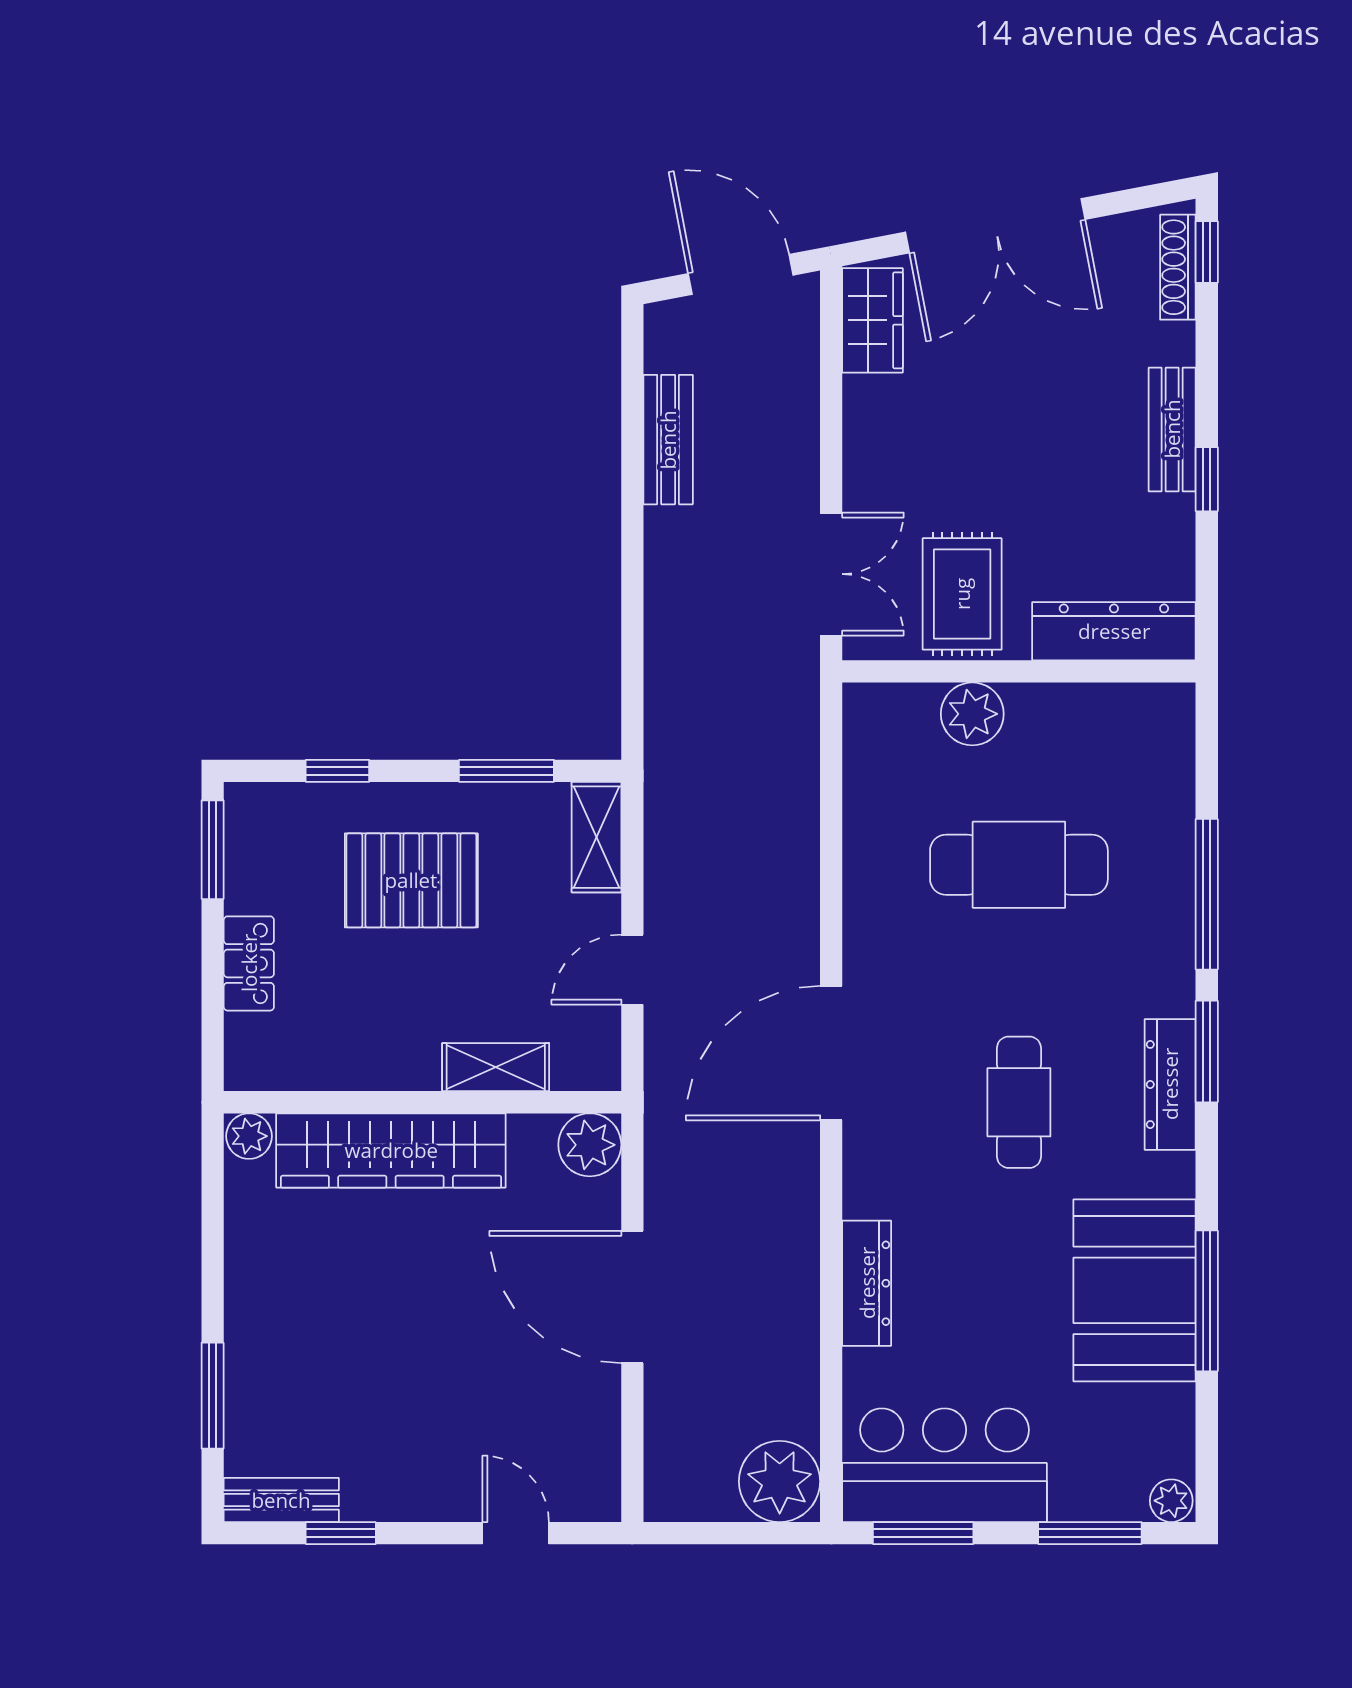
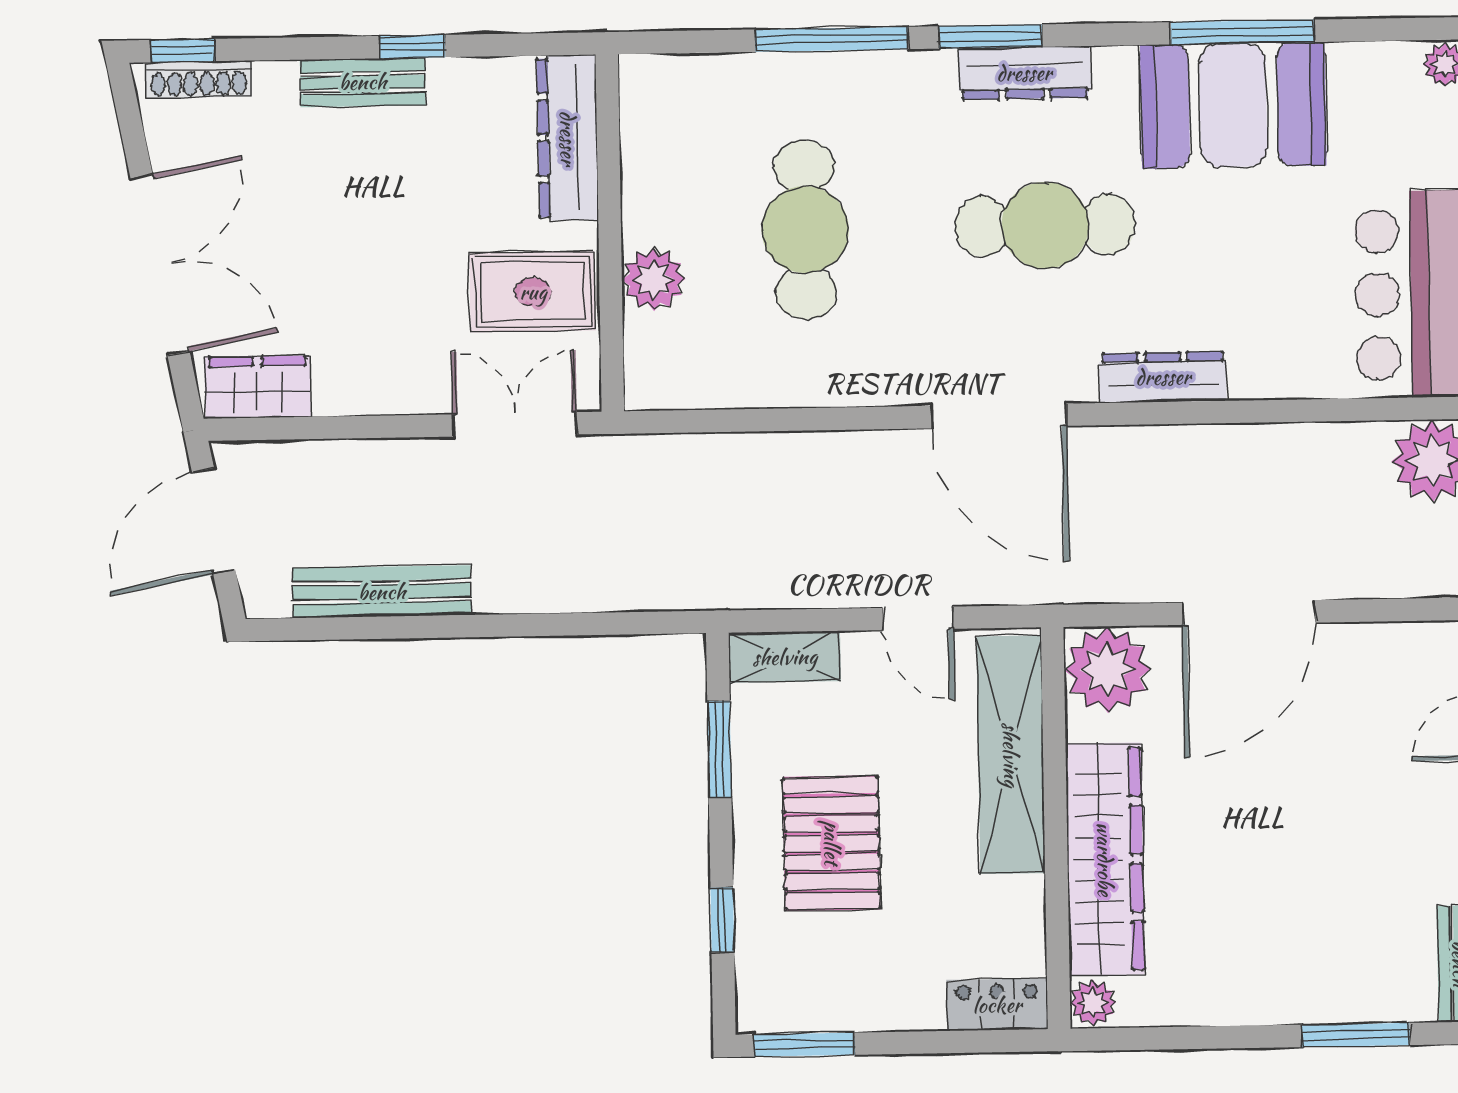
bench: (668, 440) -> (382, 592), width x1.36
locker: (249, 963) -> (997, 1005), moved
shelving: (496, 1067) -> (1011, 755), width x2.20, depth x1.33
cafe table: (1019, 1102) -> (1045, 225), width x1.37, depth x1.35
plant: (590, 1145) -> (1107, 670), width x1.36, depth x1.36
dresser: (867, 1283) -> (1163, 377), moved

